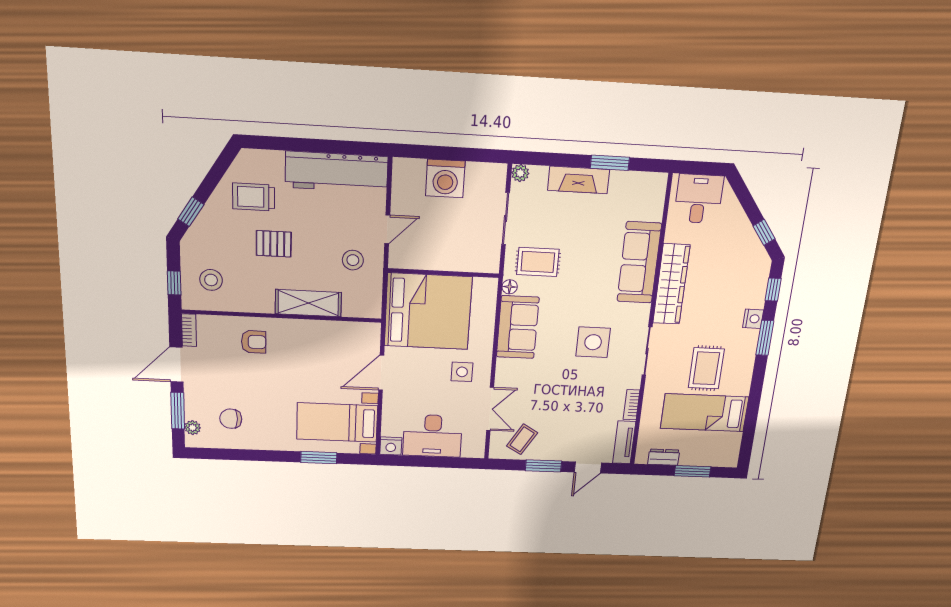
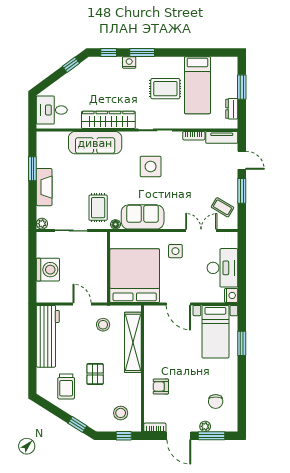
shelving: (308, 303) -> (133, 342), width x1.47
armchair: (254, 342) -> (161, 387), turned -90
plant: (193, 428) -> (205, 426), moved

